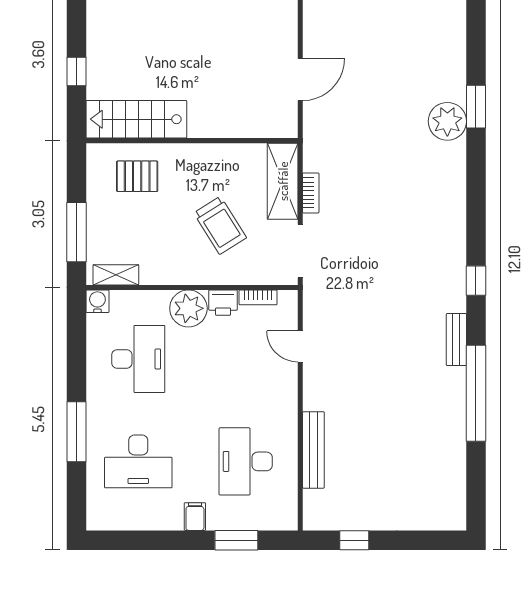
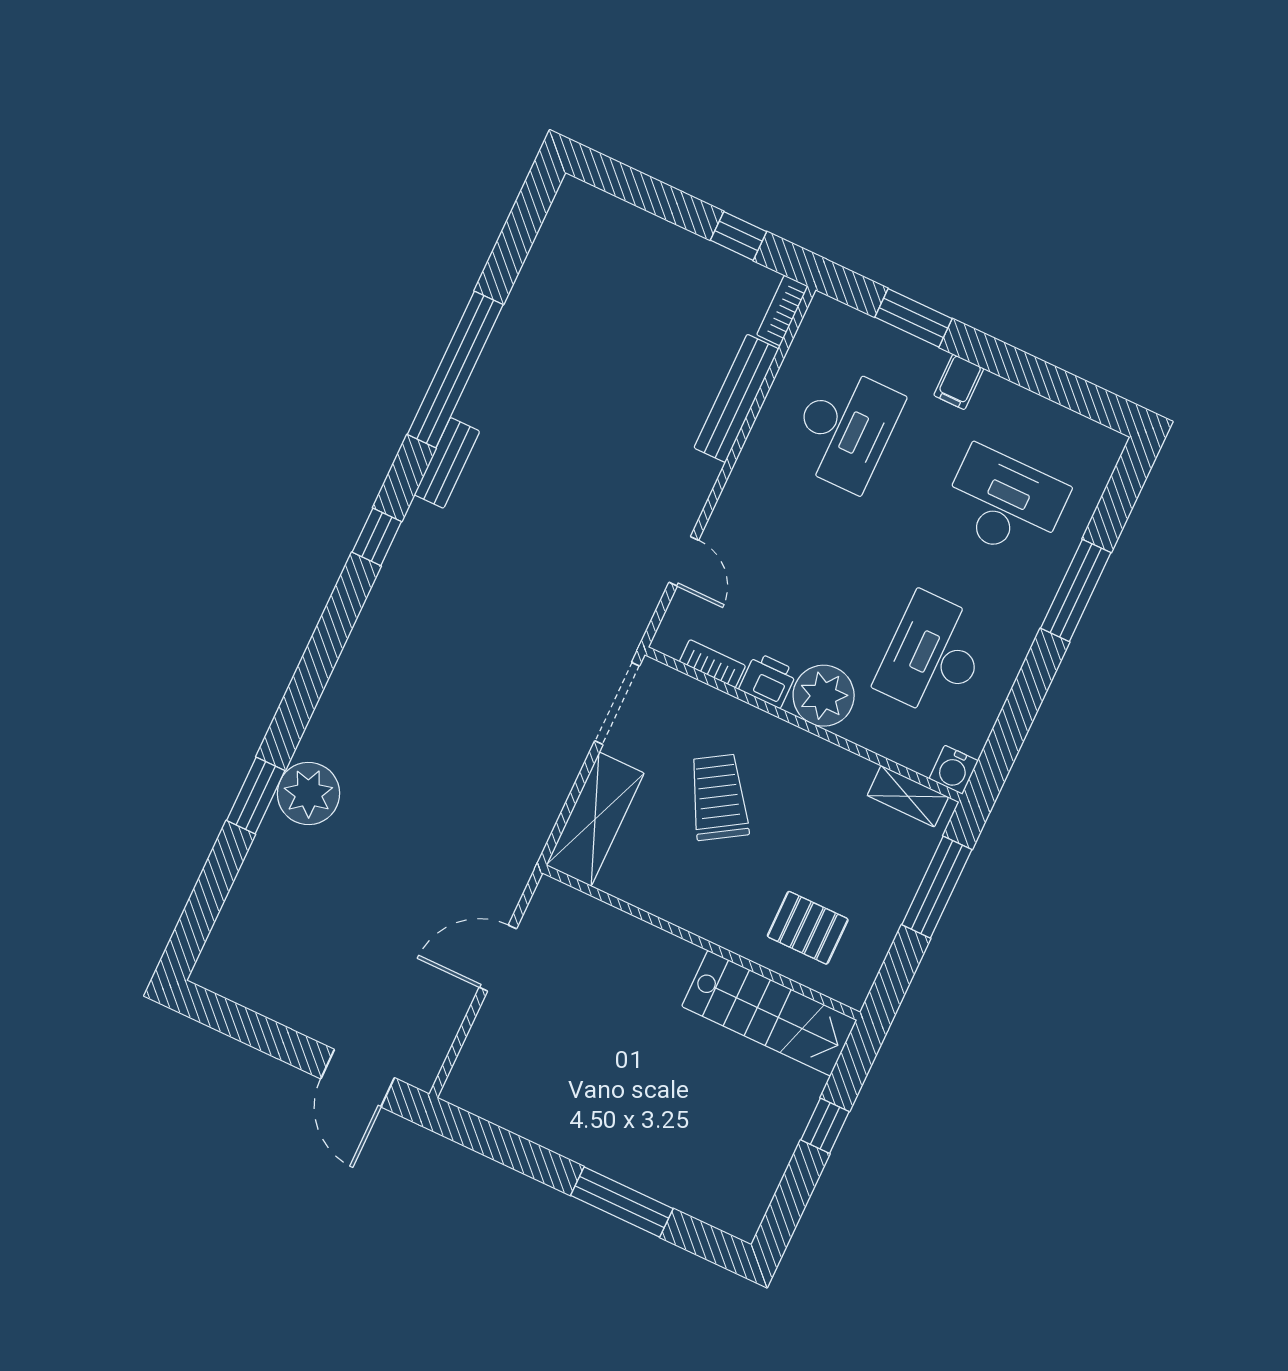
bookcase: (311, 193) -> (782, 310), moved

